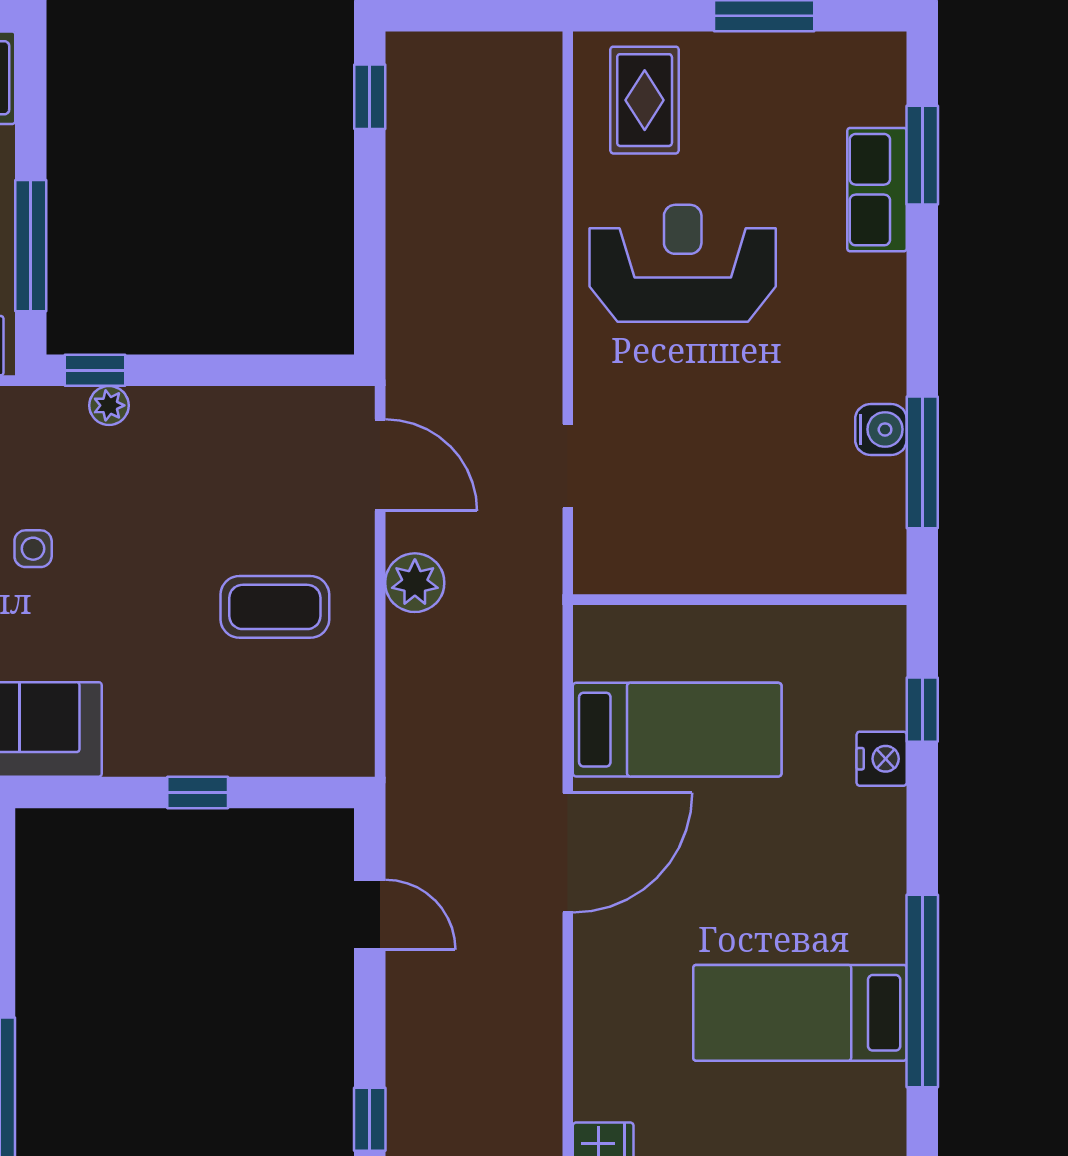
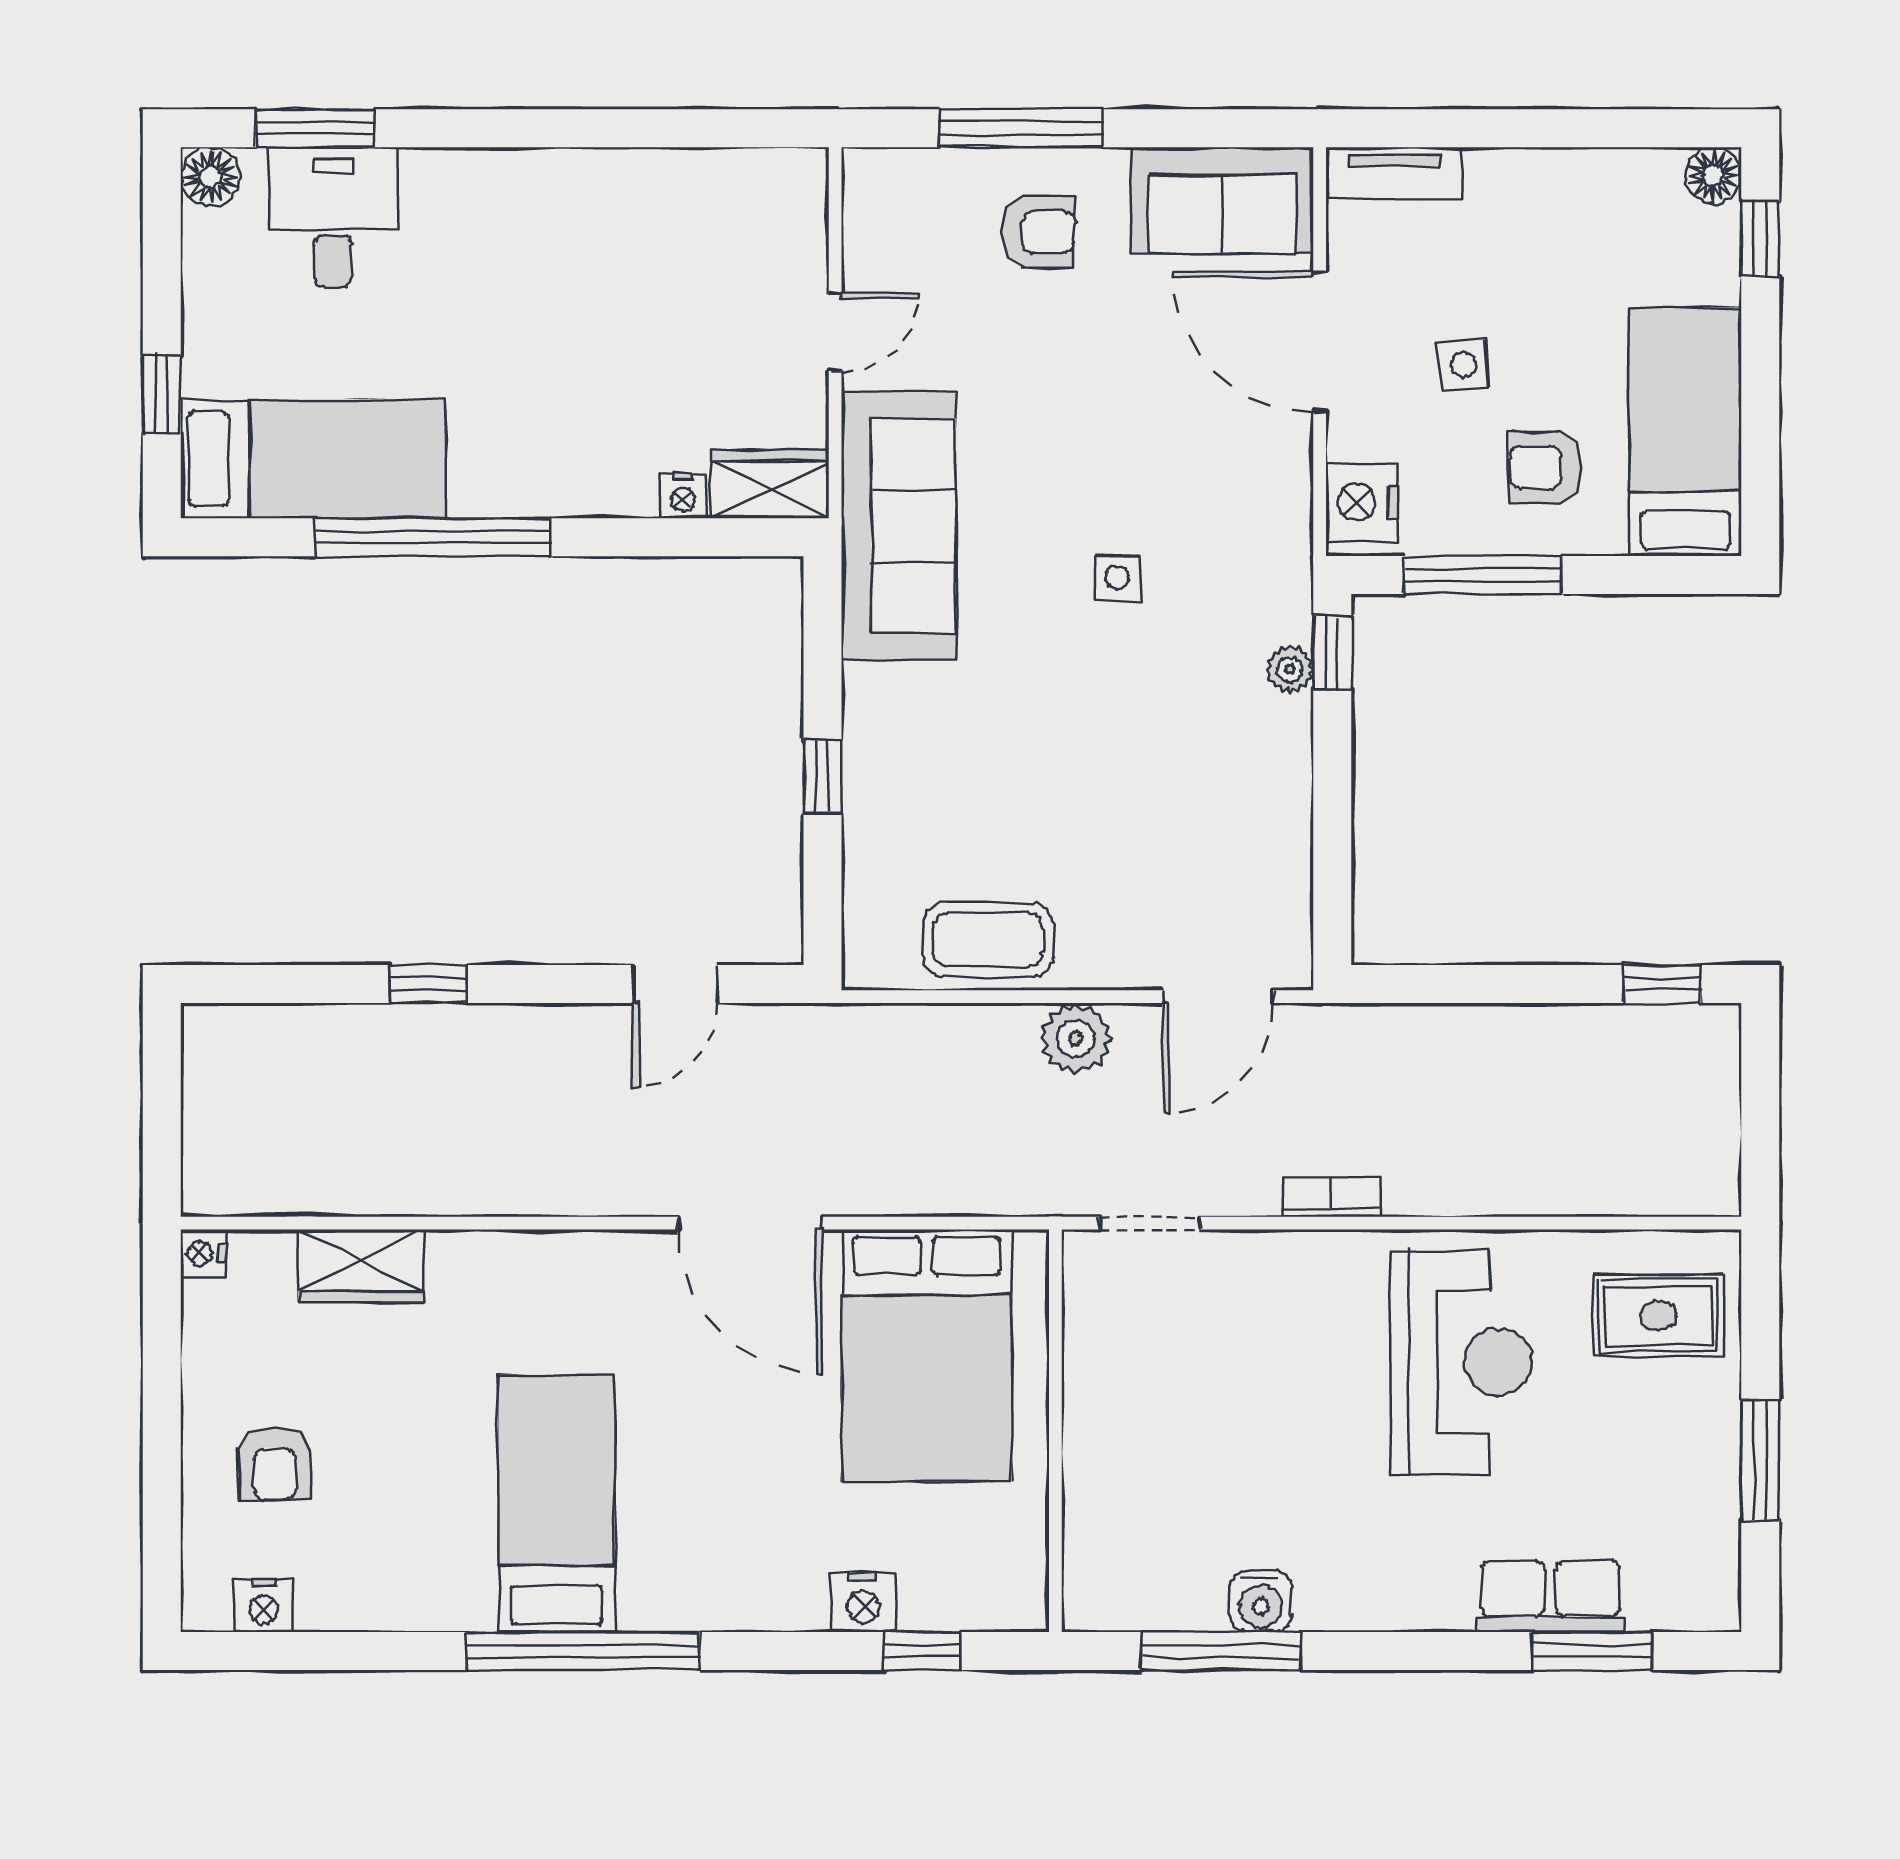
bookcase: (546, 371) -> (1331, 1197), added
doorway: (568, 466) -> (1150, 1223), moved
coffee table: (275, 607) -> (988, 940), moved, turned 90
bed: (677, 730) -> (927, 1355), width x1.50

